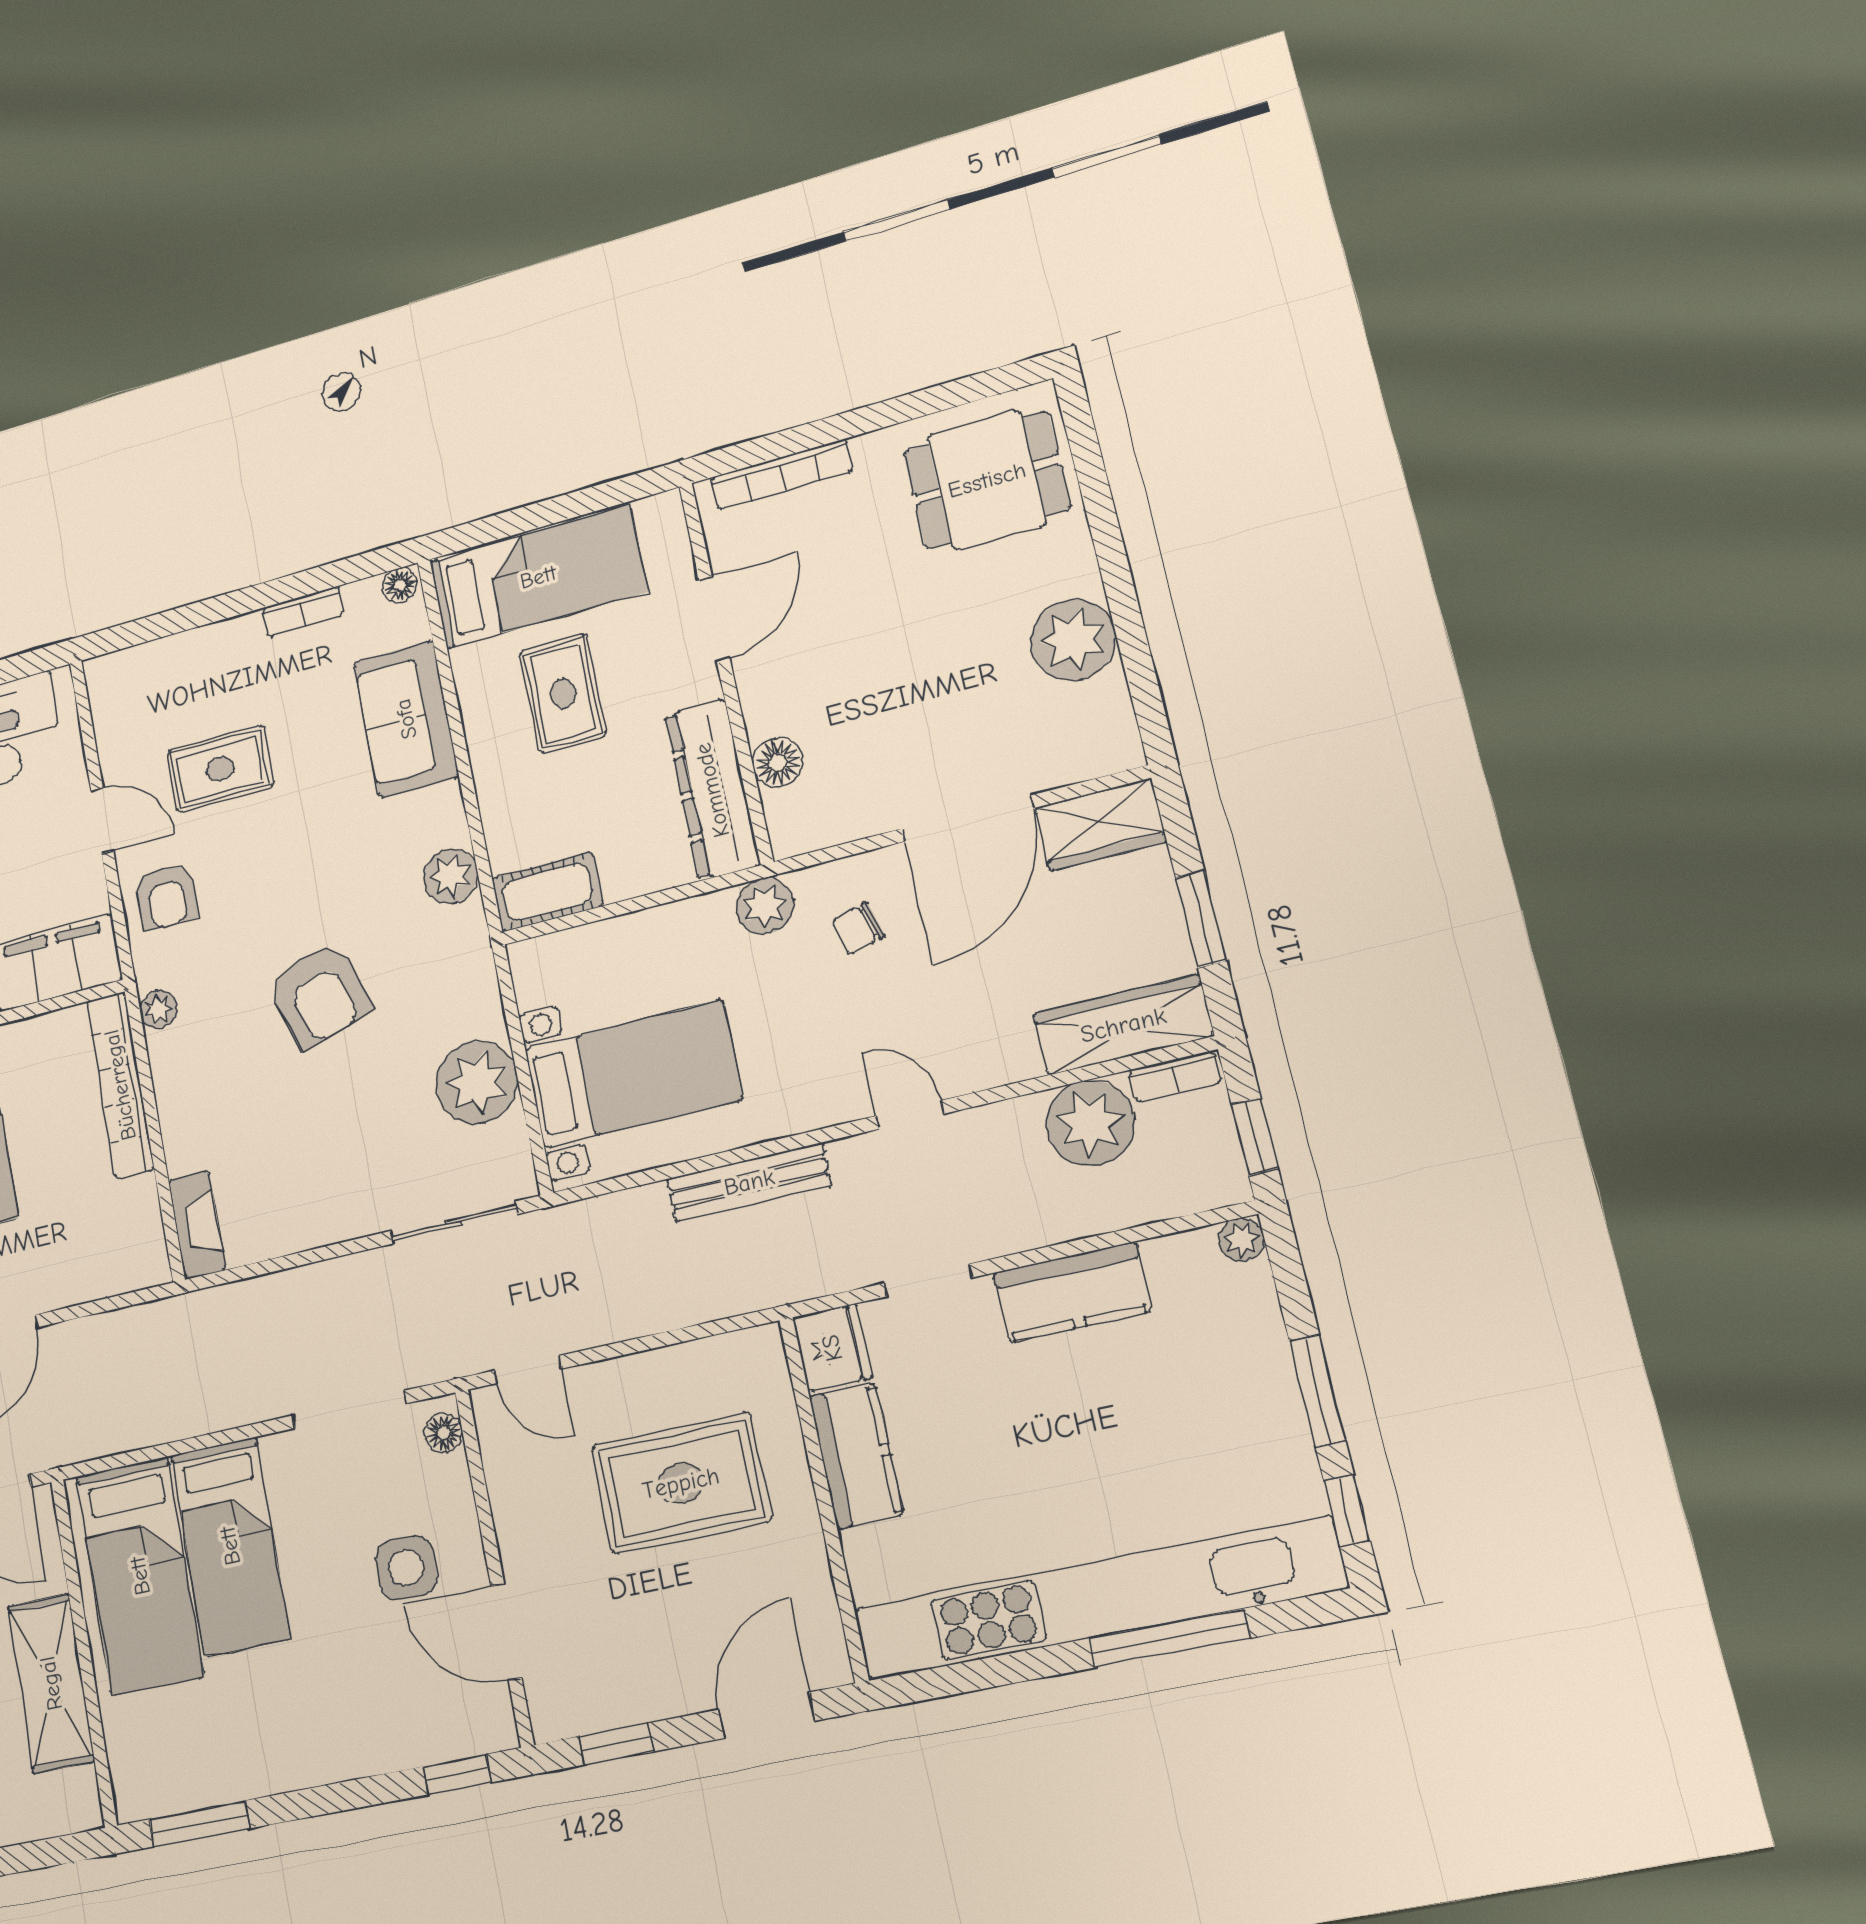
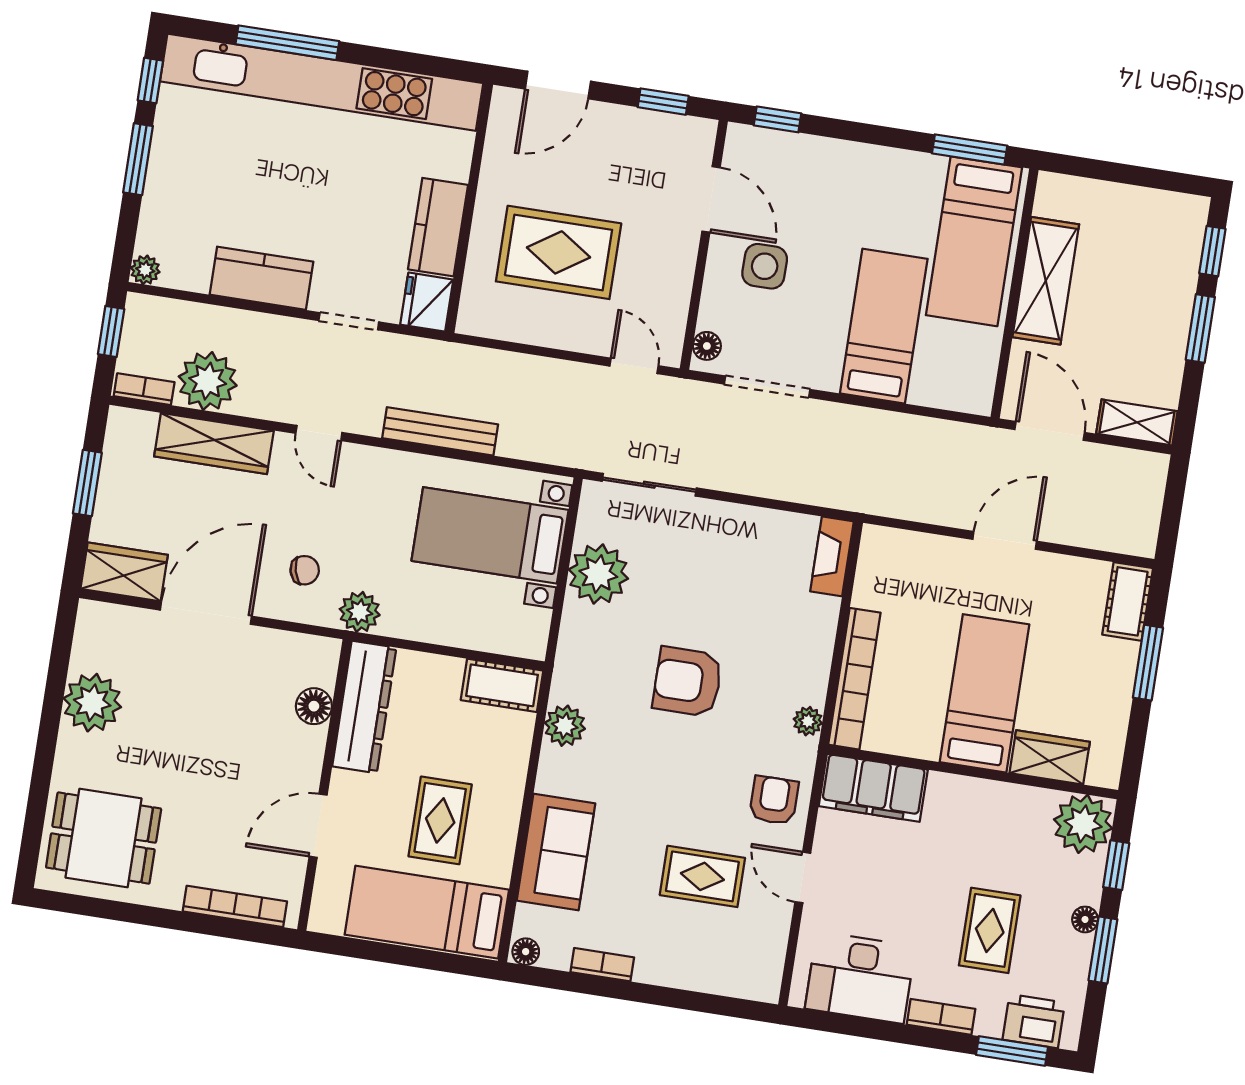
armchair: (319, 995) -> (688, 682), turned -72
wardrobe: (1123, 1025) -> (214, 443), moved
bed: (140, 1576) -> (974, 241), moved, turned 180

